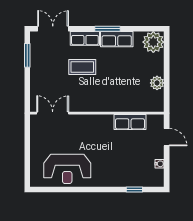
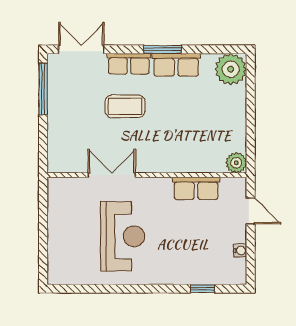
window: (27, 55) -> (43, 89), width x1.44
plant: (157, 83) -> (236, 163), moved
double door: (53, 113) -> (112, 175), moved
reception desk: (67, 169) -> (123, 236), moved, turned -90

